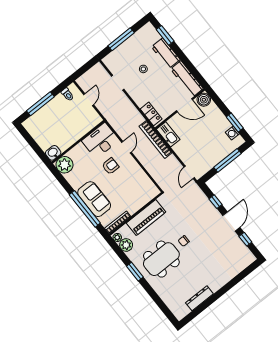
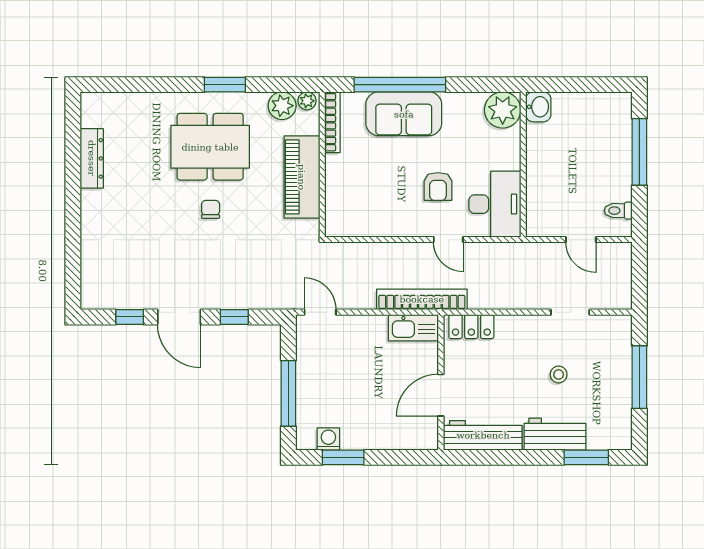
boiler: (204, 100) -> (424, 436), removed
dining table: (161, 259) -> (210, 147), turned 90

